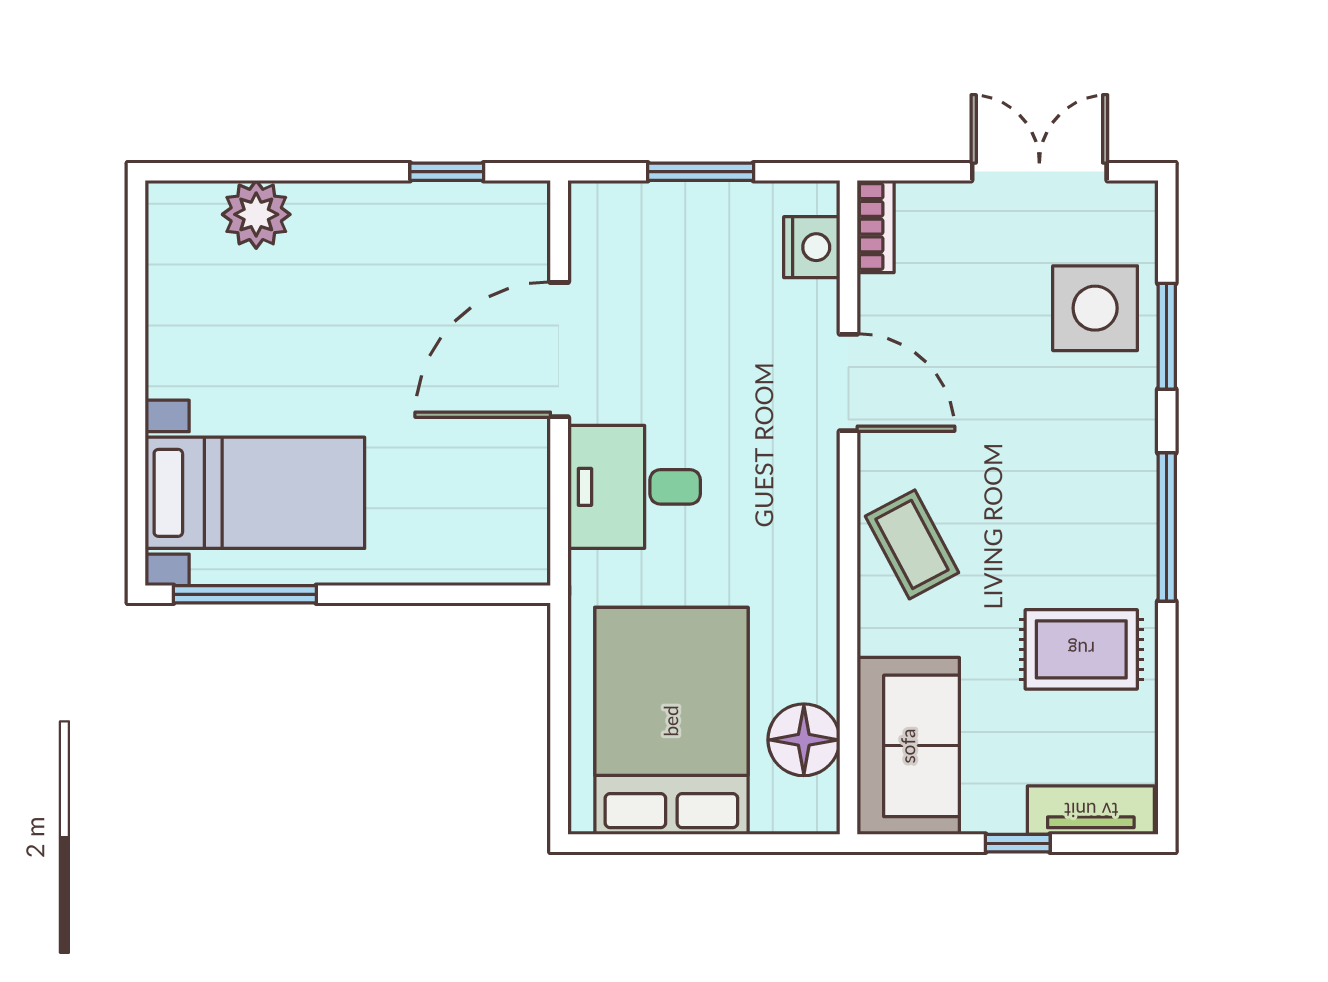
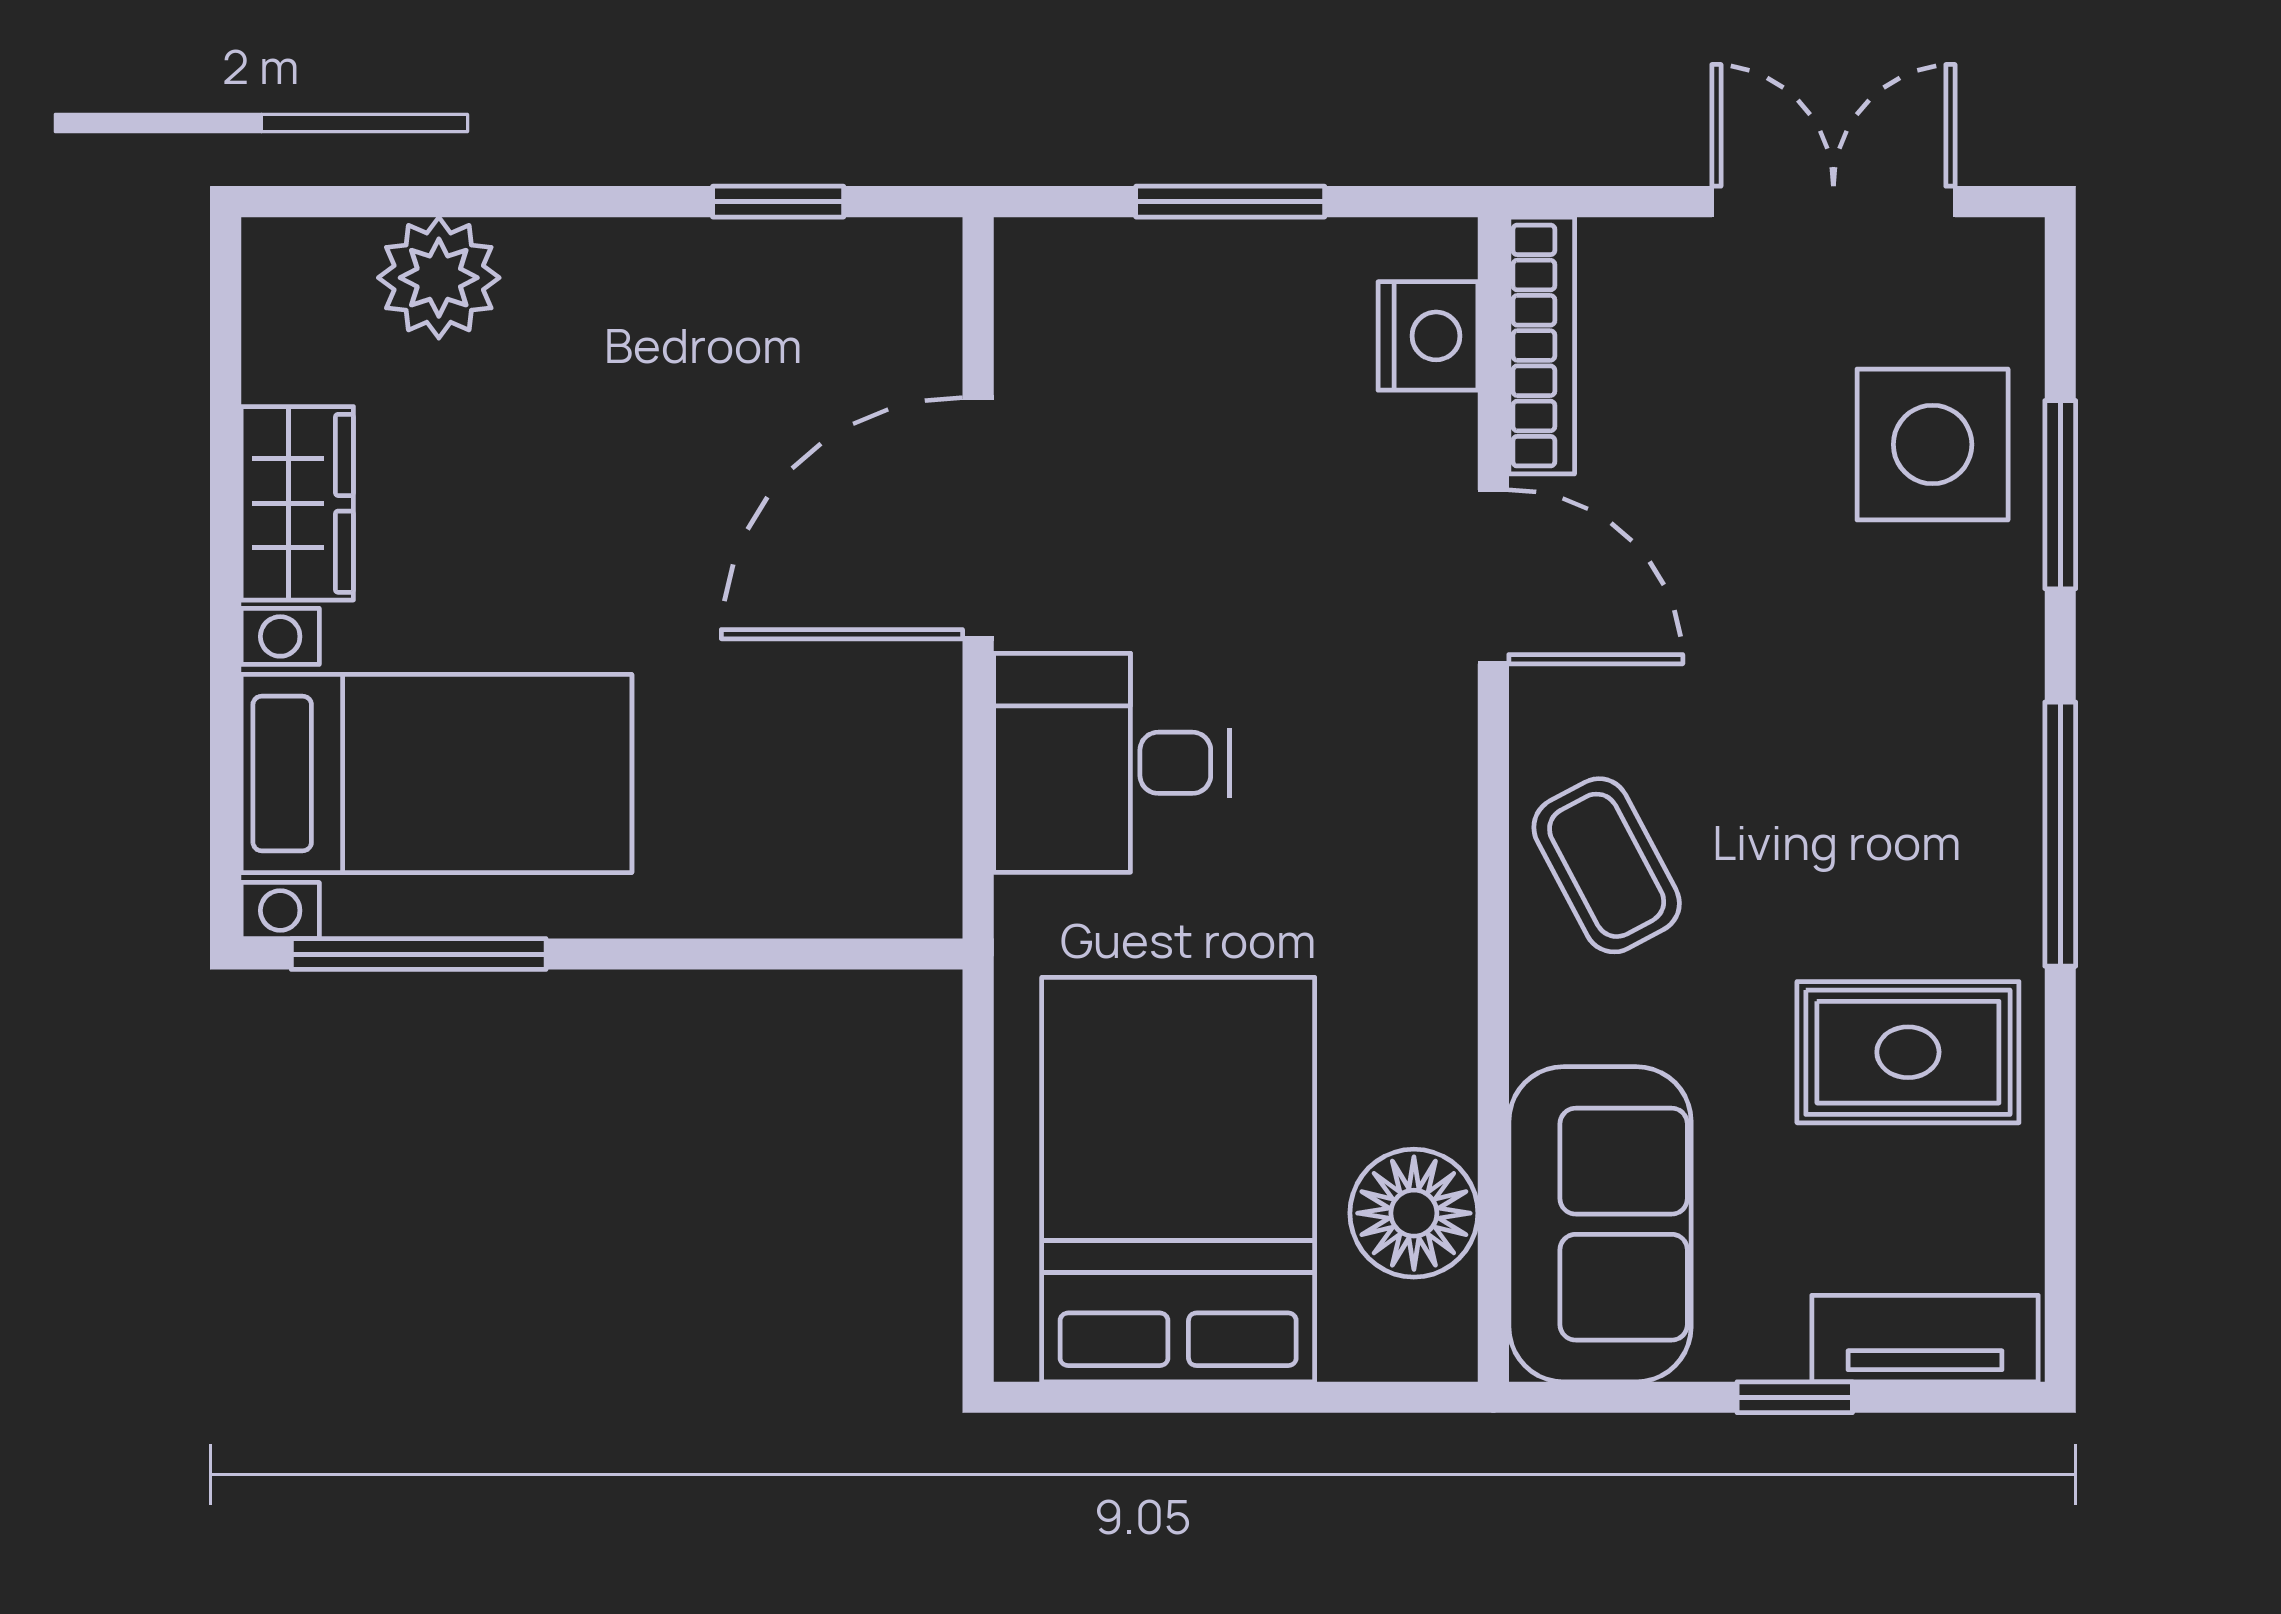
bookcase: (876, 227) -> (1542, 346), width x1.56
wardrobe: (177, 341) -> (297, 503), added

